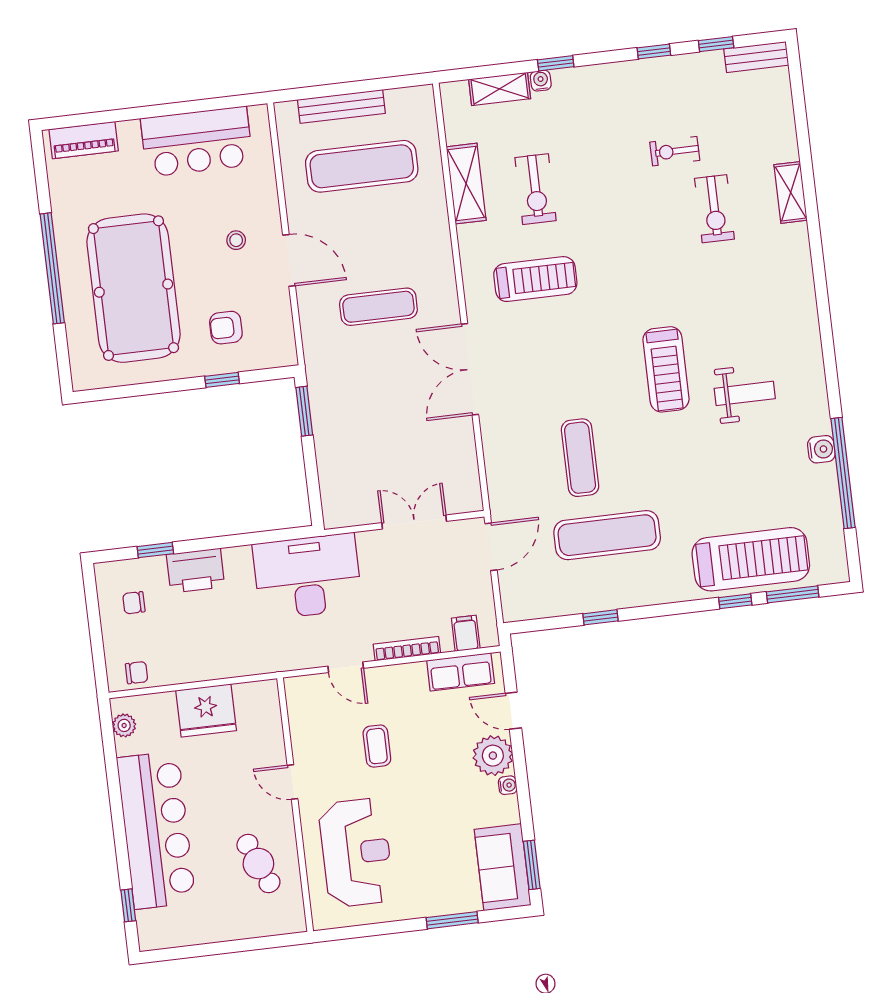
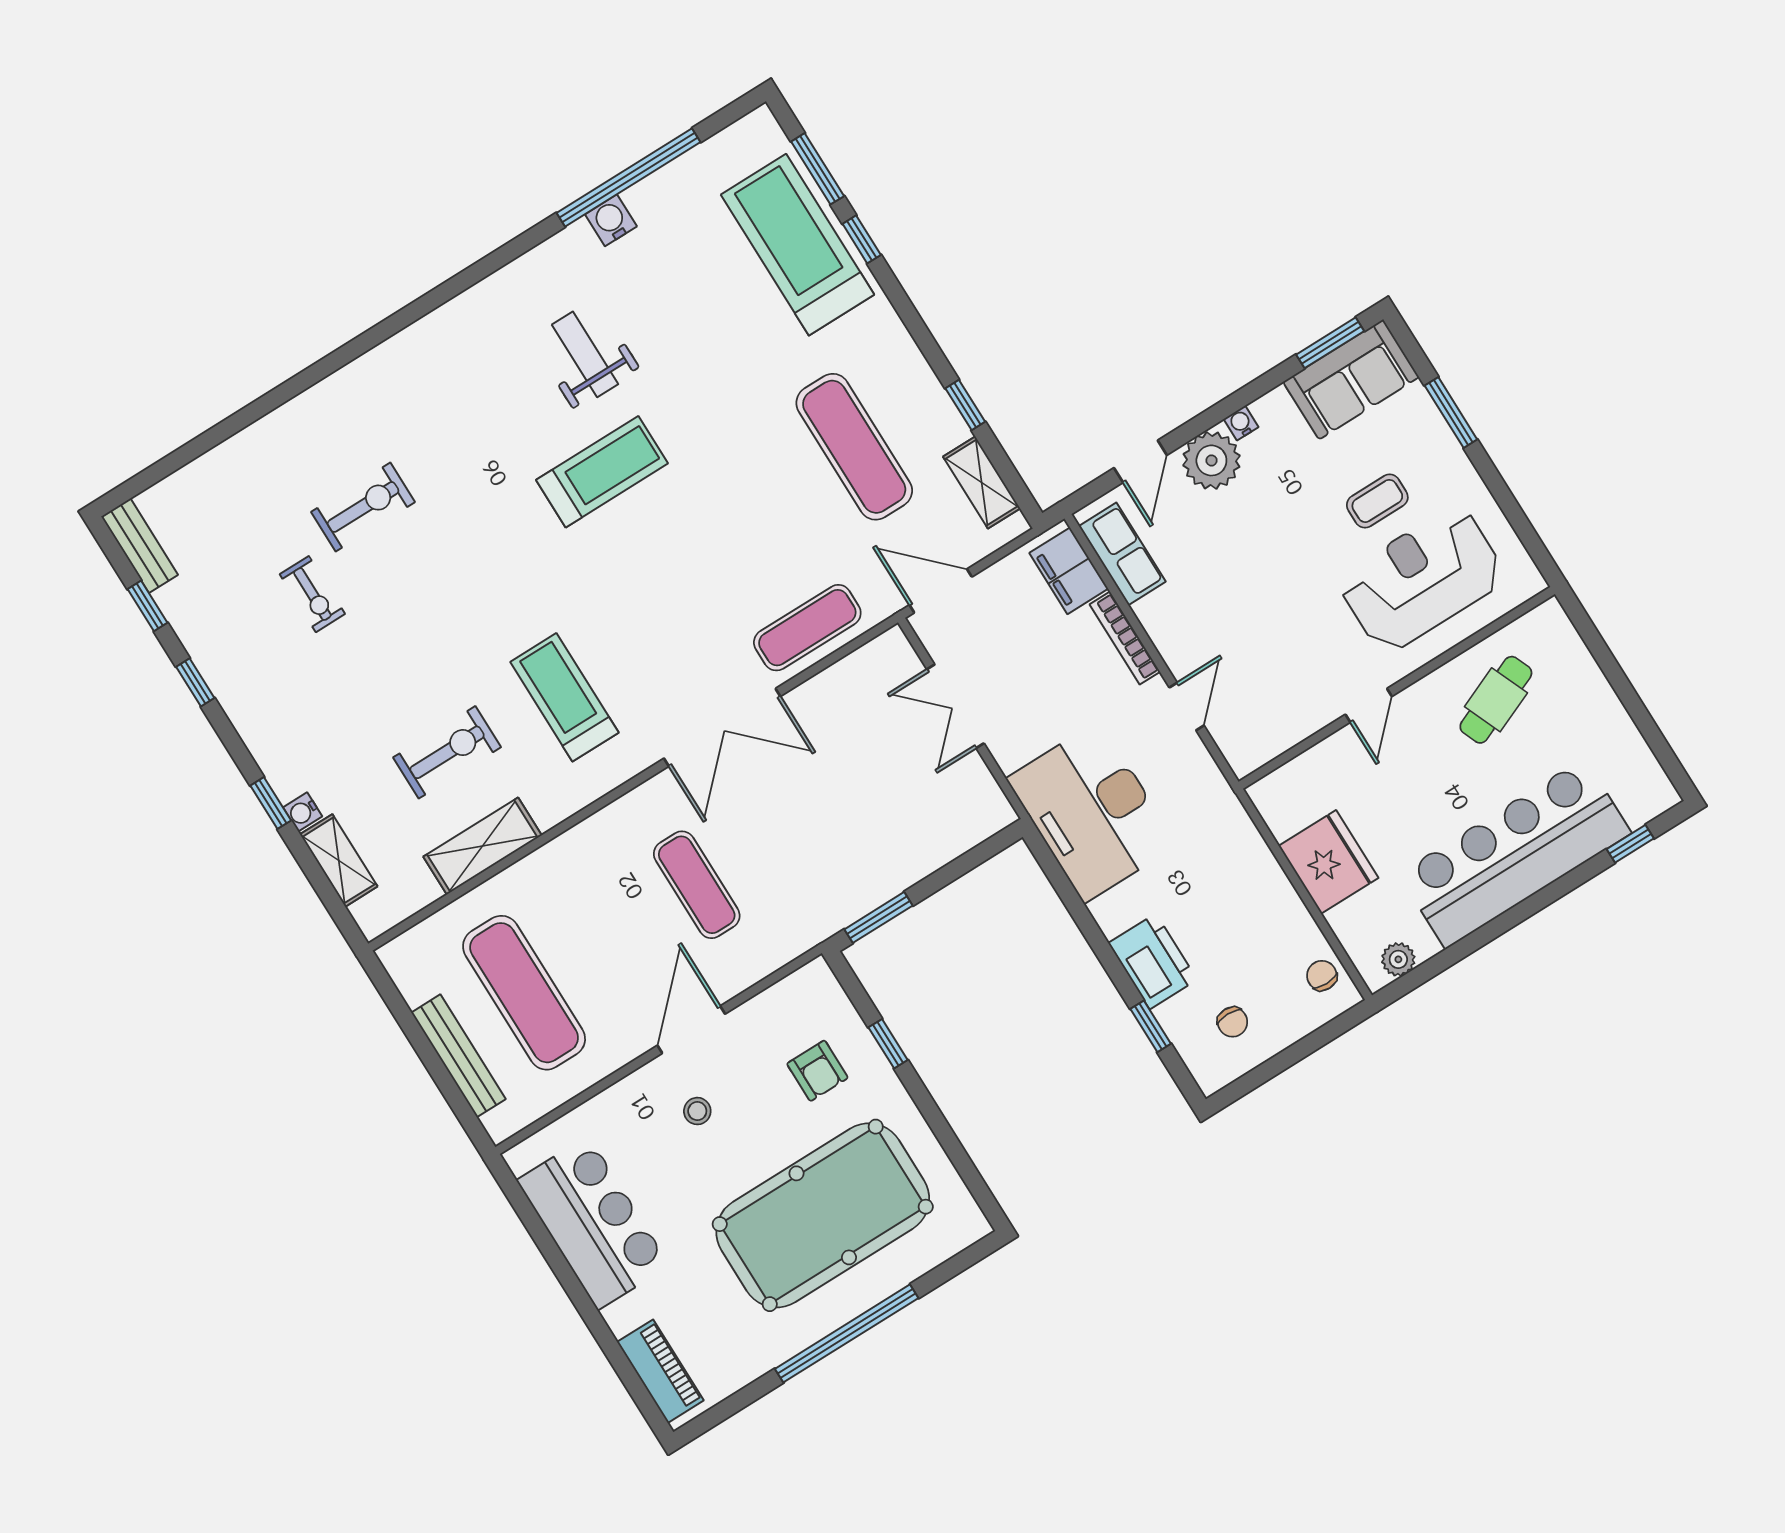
shelving: (791, 192) -> (982, 482), moved, turned 90
exercise mat: (580, 458) -> (807, 628), moved
filing cabinet: (466, 633) -> (1069, 571), width x2.00
coffee table: (377, 746) -> (1377, 501), moved

